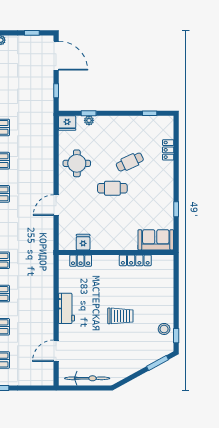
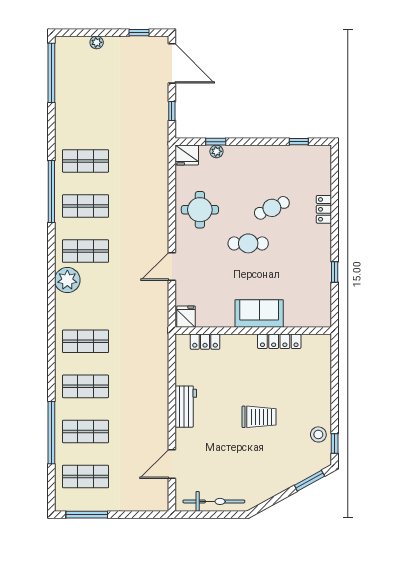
locker: (168, 150) -> (324, 209), moved
sofa: (156, 240) -> (259, 313), moved
fridge: (83, 242) -> (186, 317), moved

